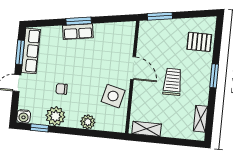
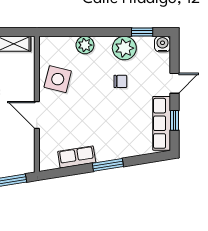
row of seats: (78, 32) -> (77, 157), moved
window: (20, 52) -> (174, 120), width x0.67

